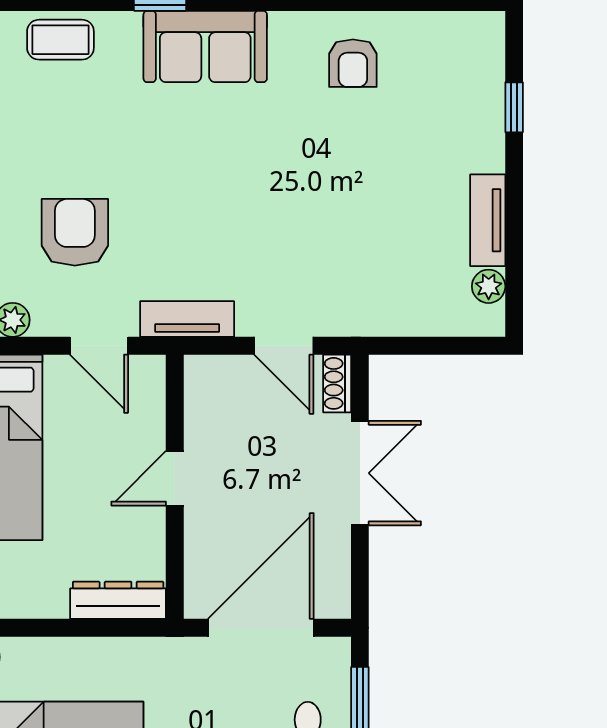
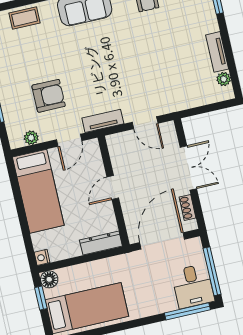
armchair: (75, 232) -> (49, 96), turned 90
door: (99, 346) -> (69, 140), hinge flipped
shoe rack: (337, 383) -> (188, 207), moved

